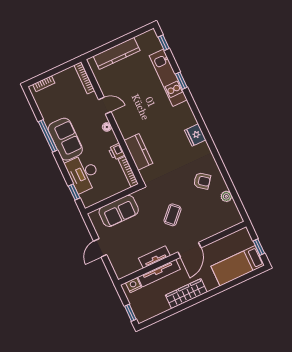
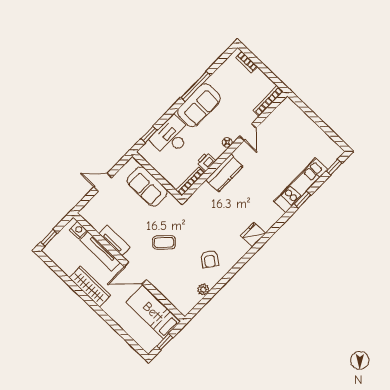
kitchen counter: (117, 53) -> (305, 124), removed
kitchen counter: (138, 152) -> (225, 173), moved
bed: (238, 266) -> (153, 312), moved

